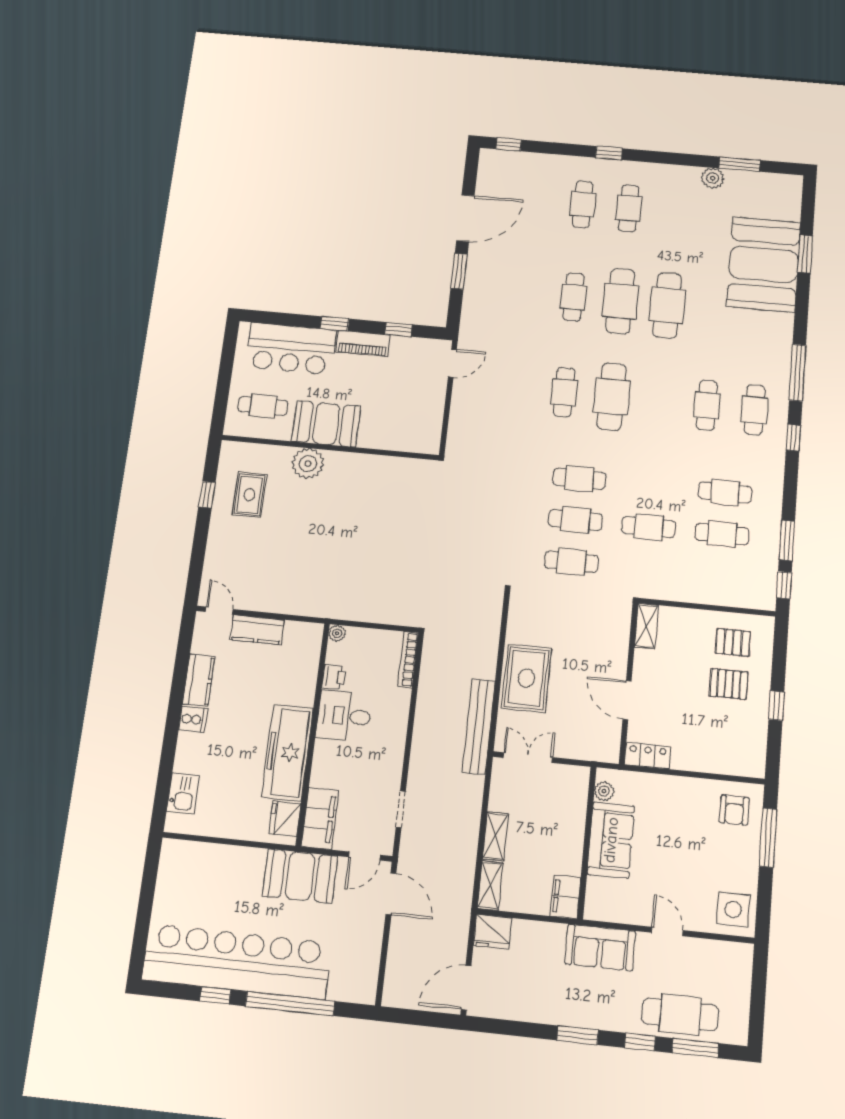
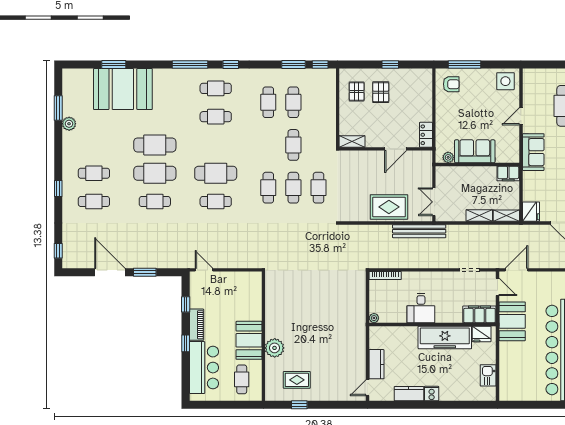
printer: (334, 677) -> (399, 317), removed
kitchen sink: (183, 793) -> (488, 375), moved, turned -90

